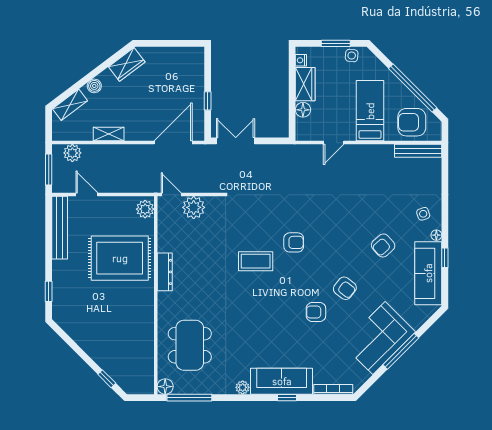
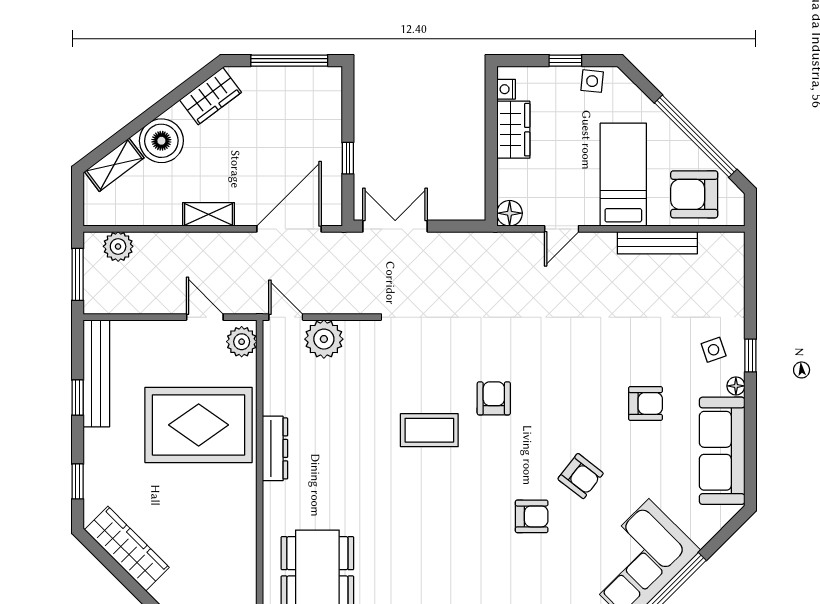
window: (173, 43) -> (289, 61), added
window: (336, 43) -> (565, 61), width x0.67
boiler: (94, 86) -> (161, 141), width x1.86, depth x1.86
floor lamp: (303, 110) -> (510, 213), moved
shelving: (109, 134) -> (209, 214), moved
bench: (418, 151) -> (657, 243), moved
door: (87, 195) -> (205, 317), moved
window: (49, 242) -> (78, 398), added
armchair: (294, 242) -> (494, 398), turned -90
armchair: (383, 245) -> (646, 403), turned -138
window: (445, 258) -> (750, 355), moved
armchair: (316, 312) -> (532, 516), turned 180
wardrobe: (77, 331) -> (127, 549), added

